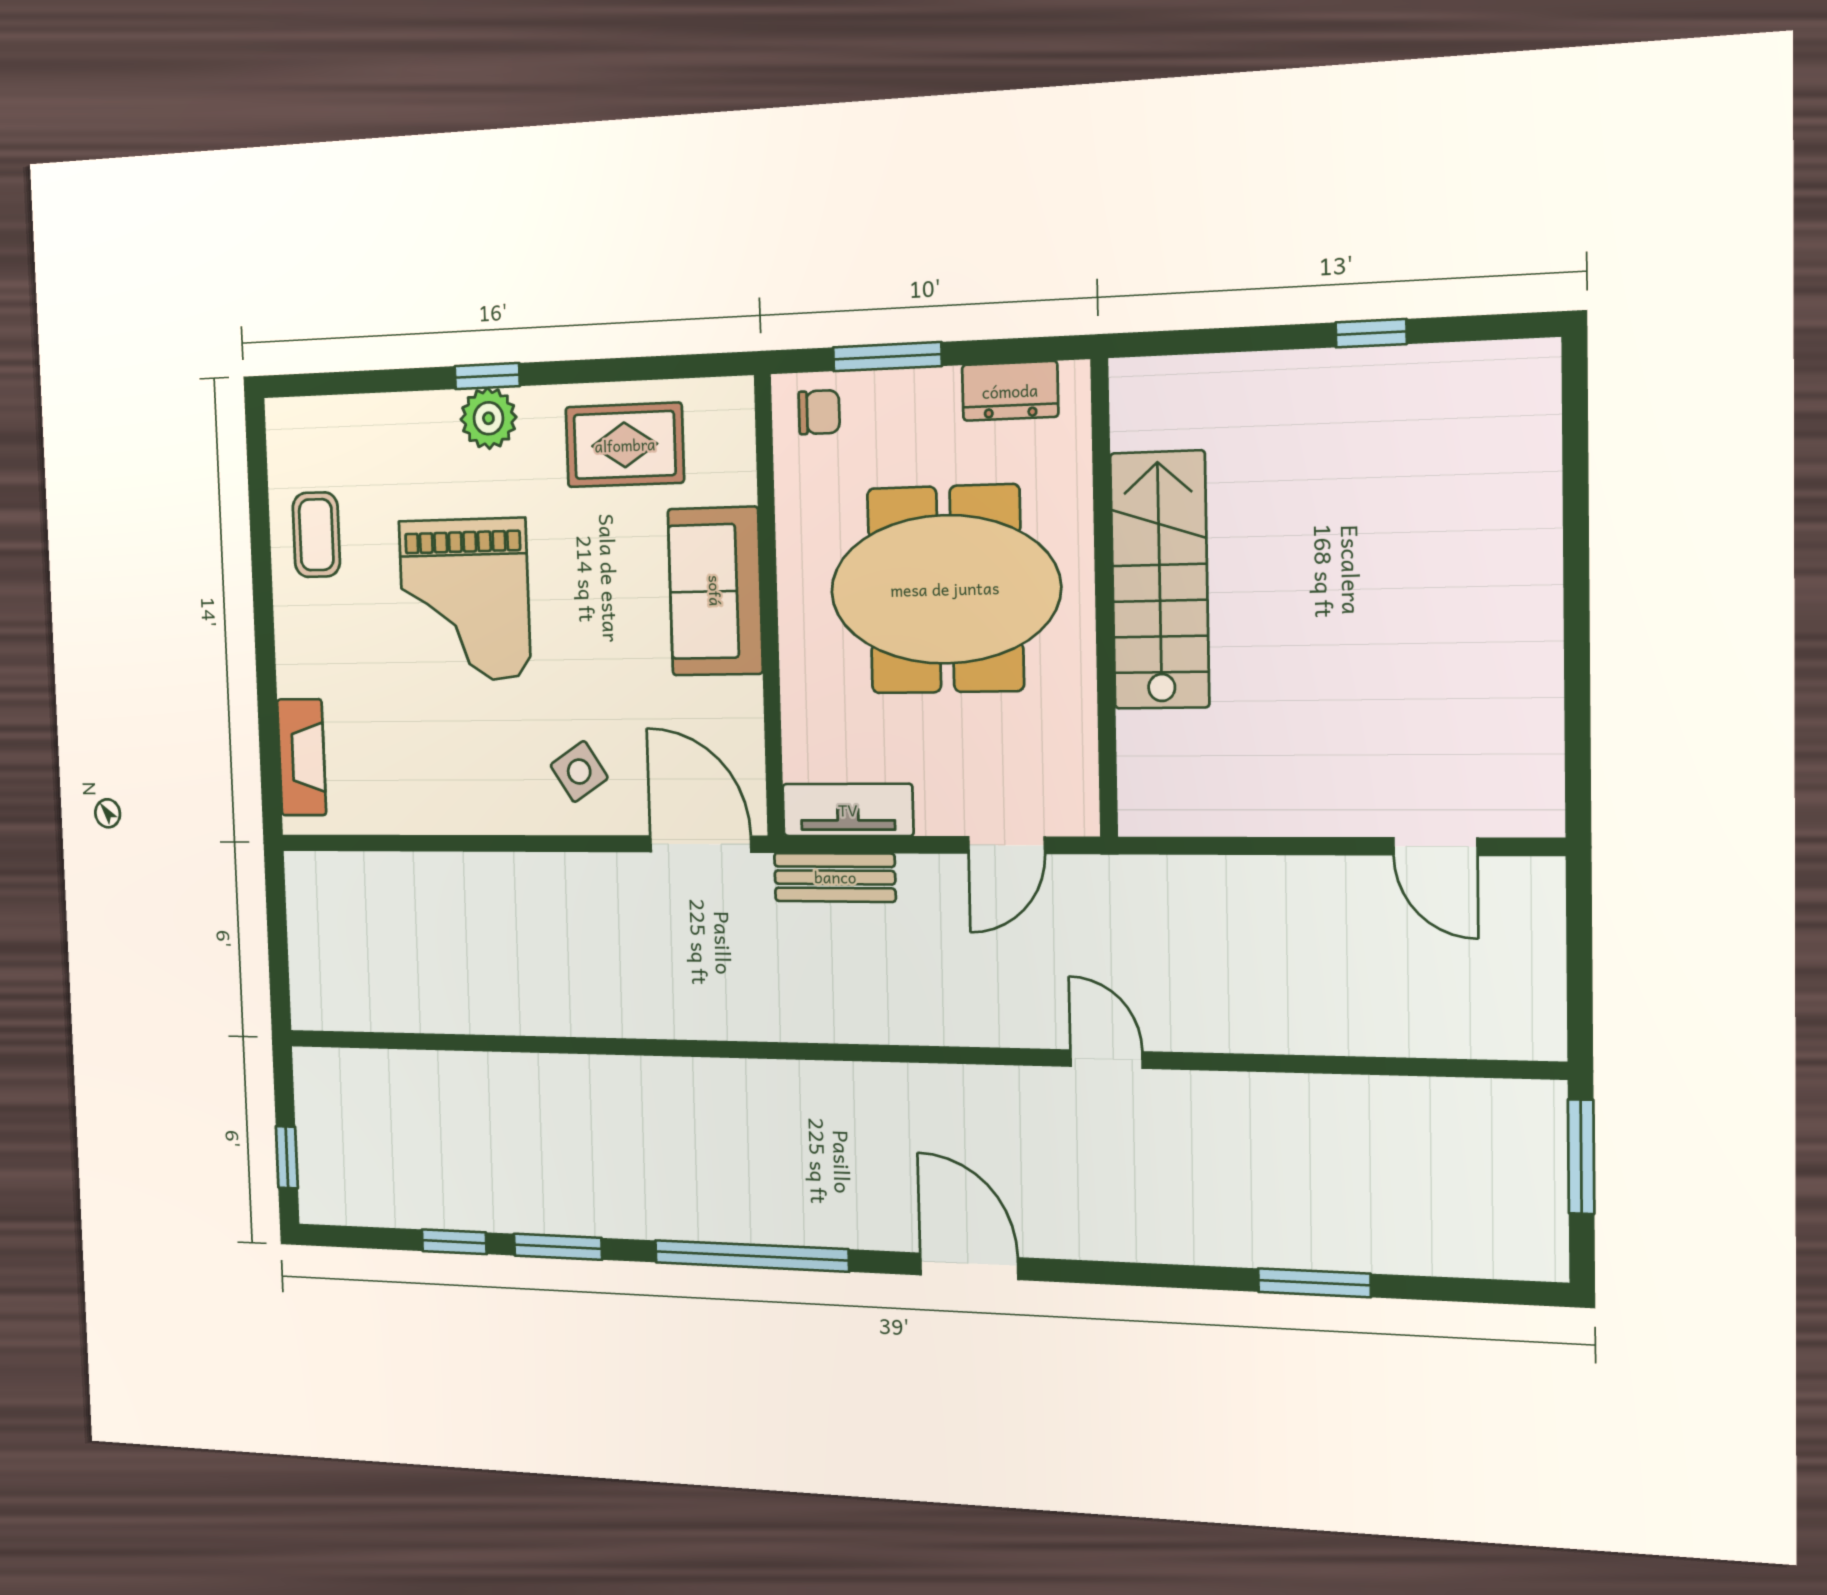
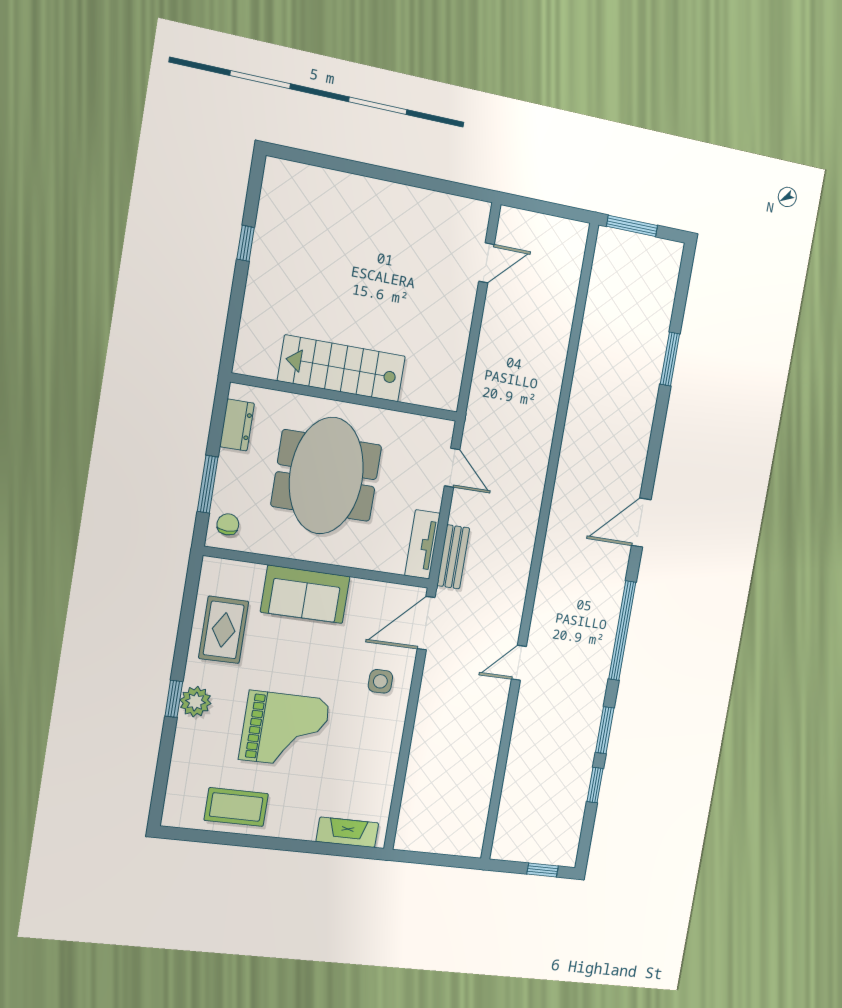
coffee table: (316, 535) -> (236, 807), width x1.36, depth x1.30
side table: (579, 772) -> (380, 681), turned 33
door: (1106, 1059) -> (519, 663), moved

